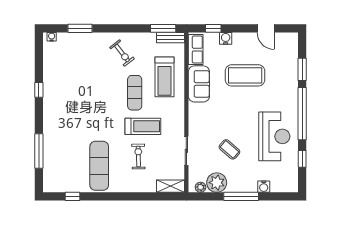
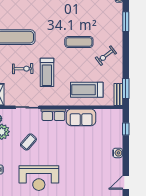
door: (266, 28) -> (126, 182), moved
water cooler: (226, 38) -> (118, 153), moved
row of seats: (196, 50) -> (53, 115), moved
coffee table: (245, 75) -> (88, 155), removed
exercise mat: (135, 93) -> (79, 42), moved

